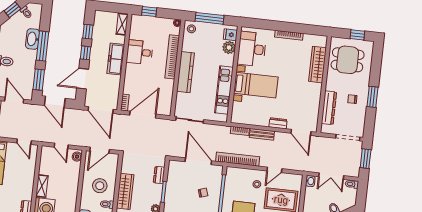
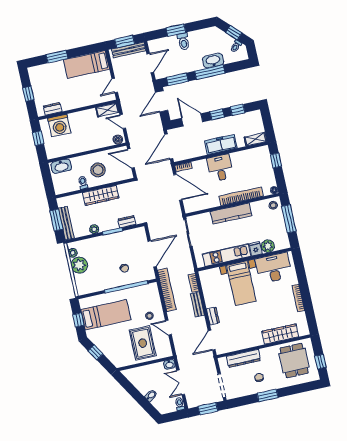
fridge: (230, 35) -> (256, 249), moved
desk: (140, 52) -> (220, 168), moved
door: (61, 146) -> (123, 121), hinge flipped
shelving: (42, 186) -> (107, 110), moved

